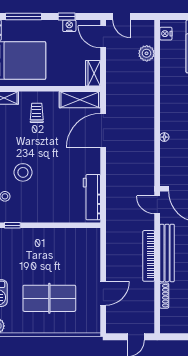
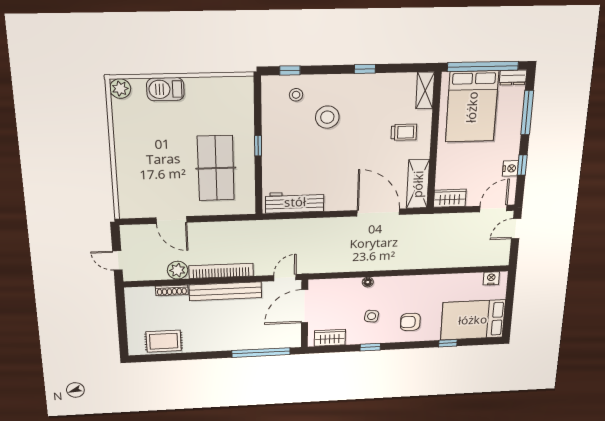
plant: (147, 53) -> (178, 270), moved
window: (12, 225) -> (258, 146), moved
table tennis table: (49, 298) -> (216, 168), moved

